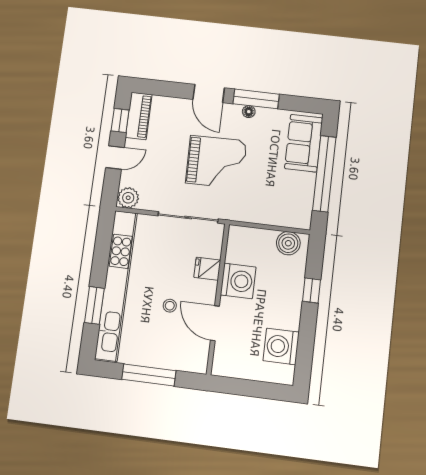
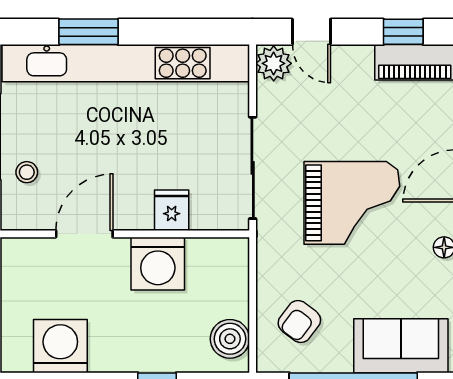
door: (115, 158) -> (311, 32), moved
grand piano: (216, 162) -> (352, 203), turned -89
armchair: (283, 201) -> (299, 321), added
stool: (170, 306) -> (27, 172), moved

